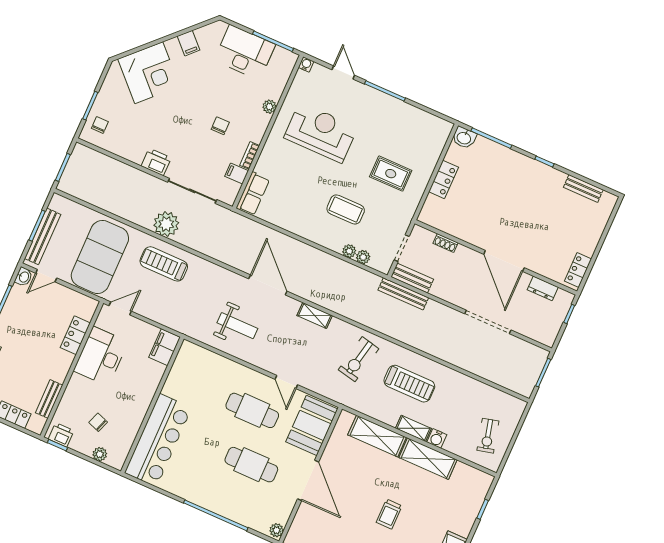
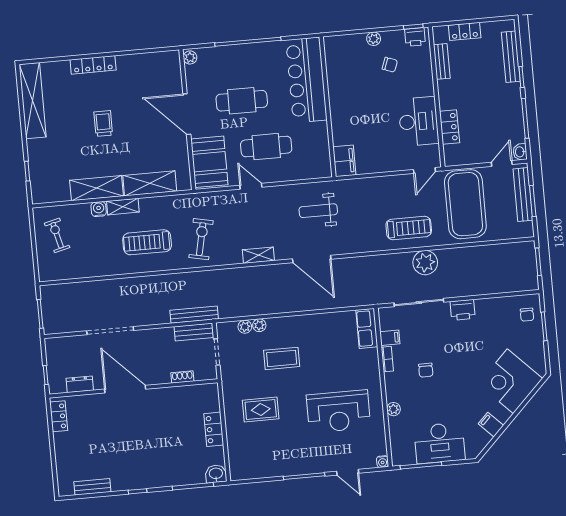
filing cabinet: (165, 347) -> (344, 161), moved
wall: (152, 405) -> (328, 107), moved
bar counter: (158, 440) -> (306, 80), moved

